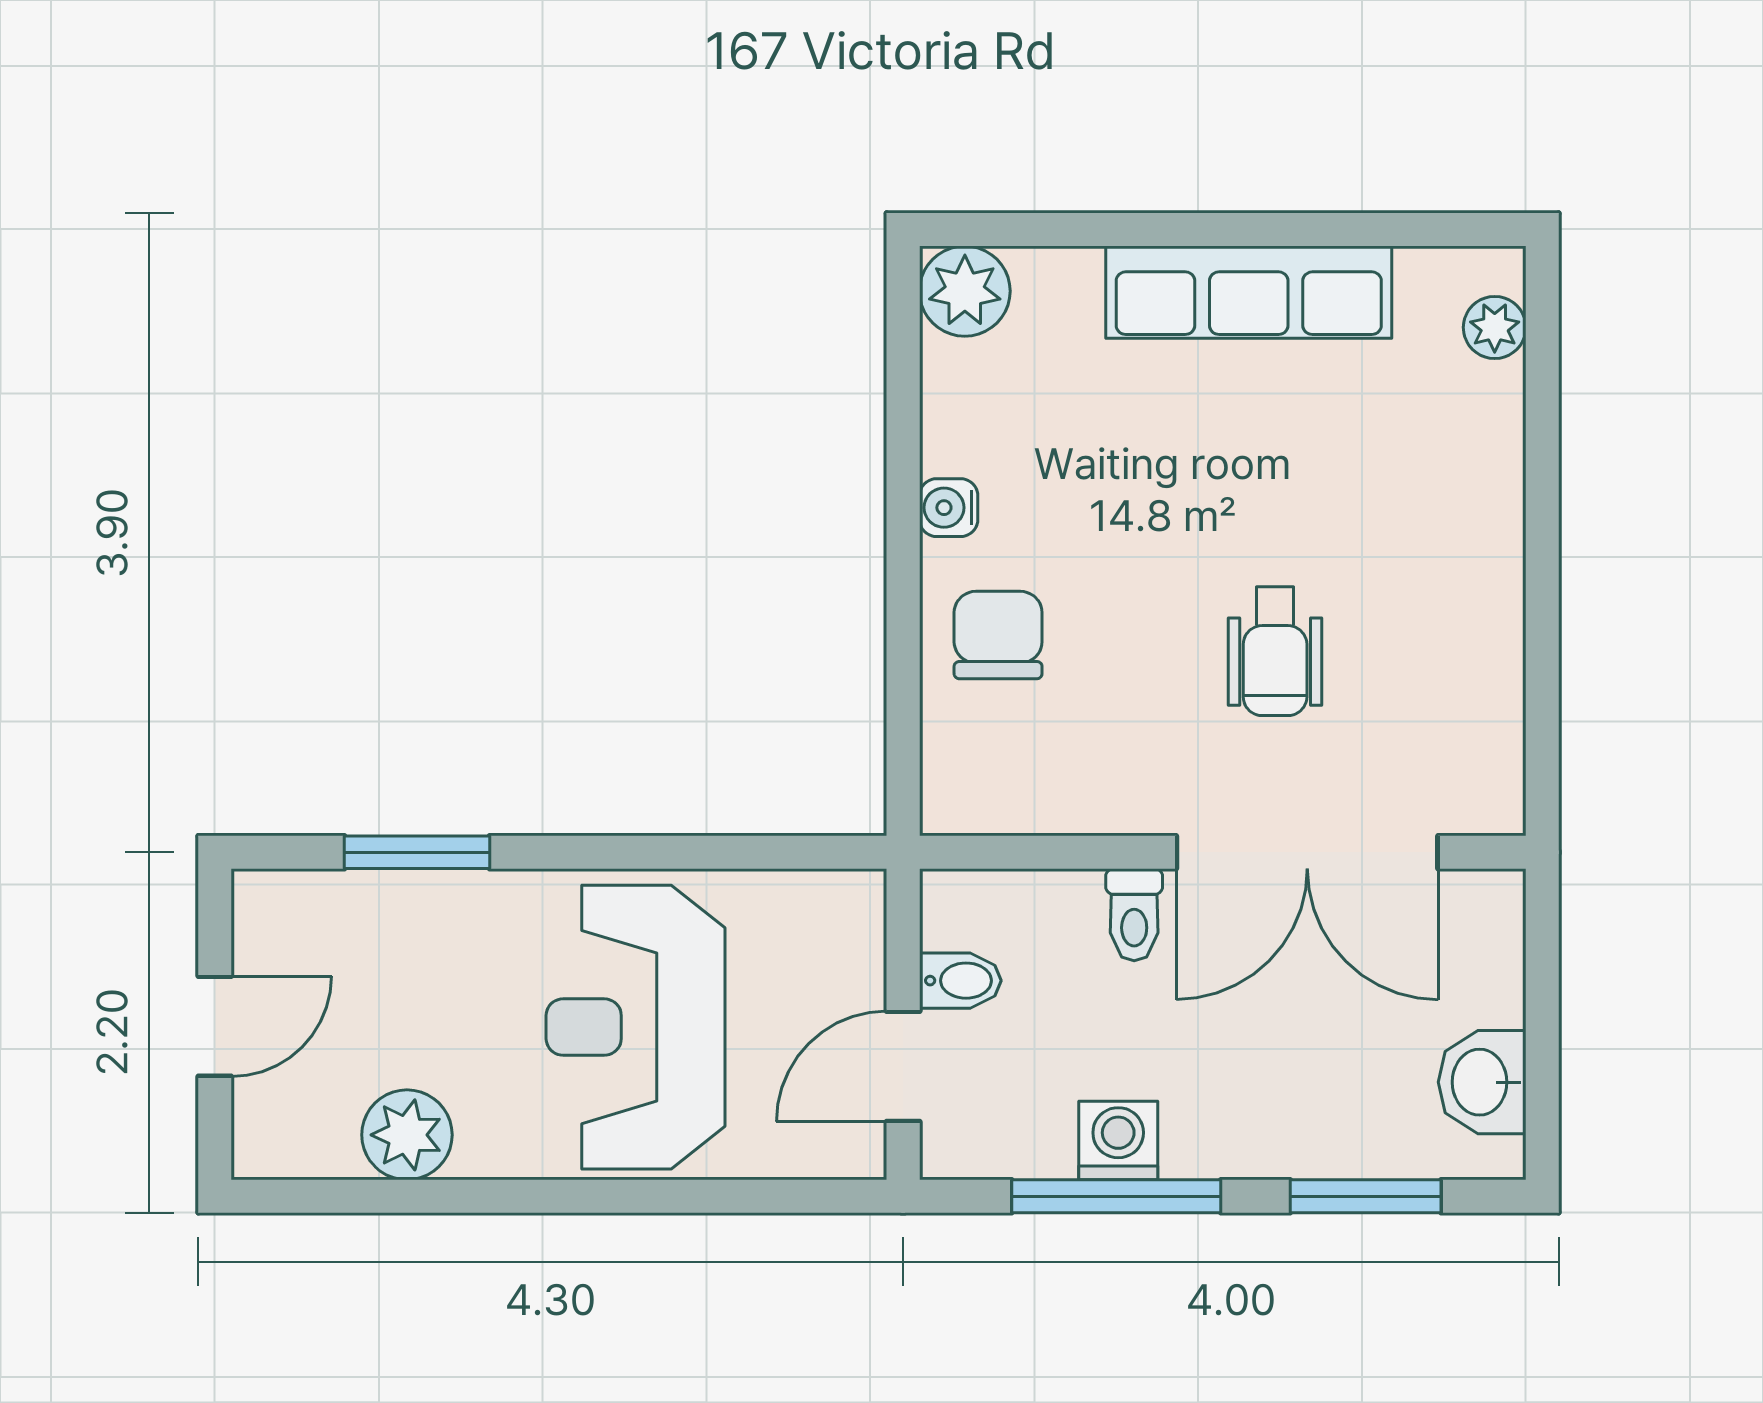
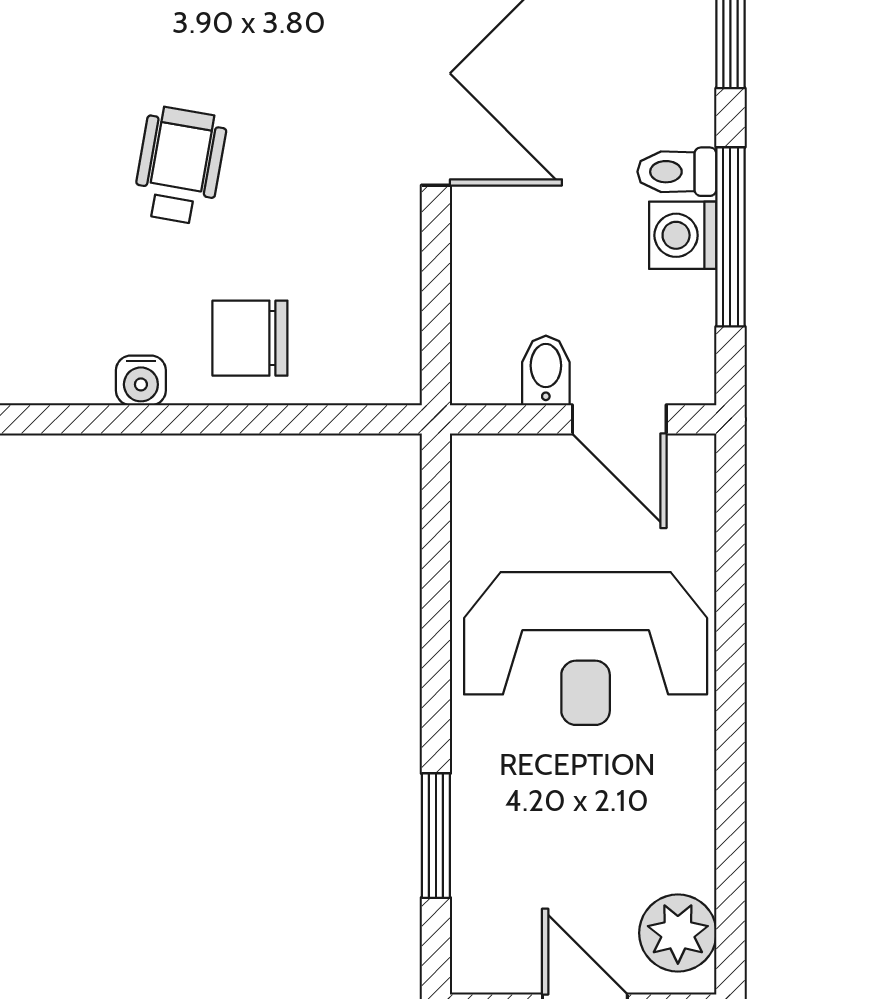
wheelchair: (1275, 651) -> (180, 165), moved, turned -80
toilet: (1134, 915) -> (677, 172), moved, turned 180
plant: (407, 1135) -> (678, 933), moved

